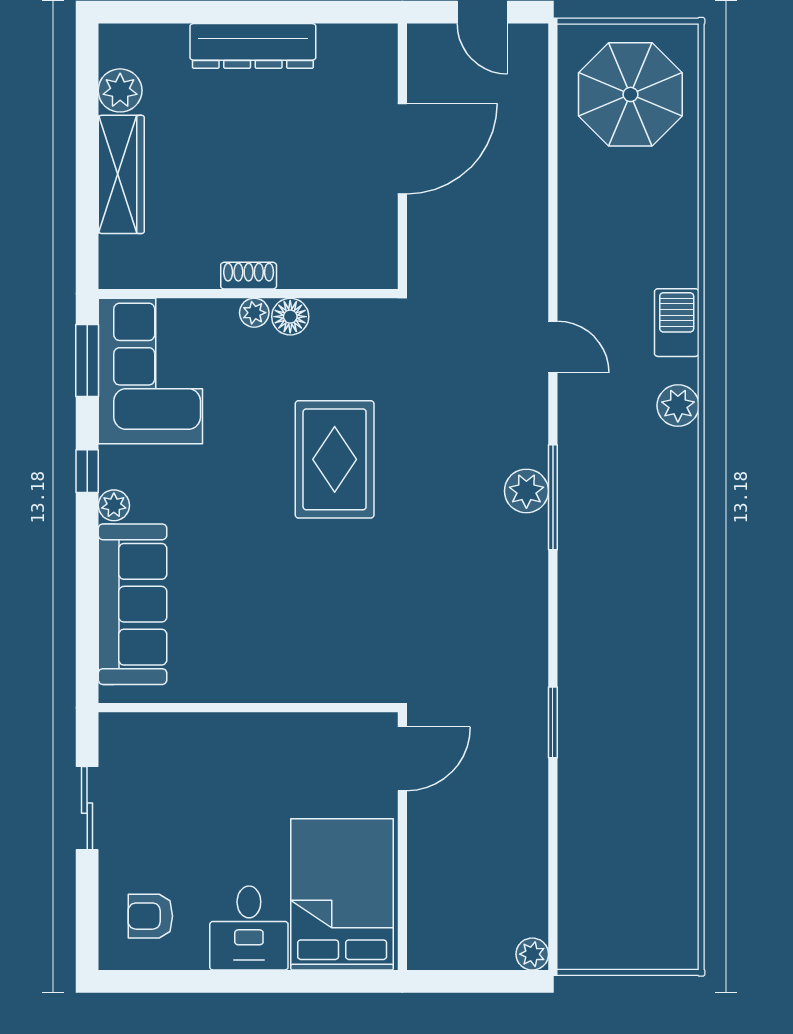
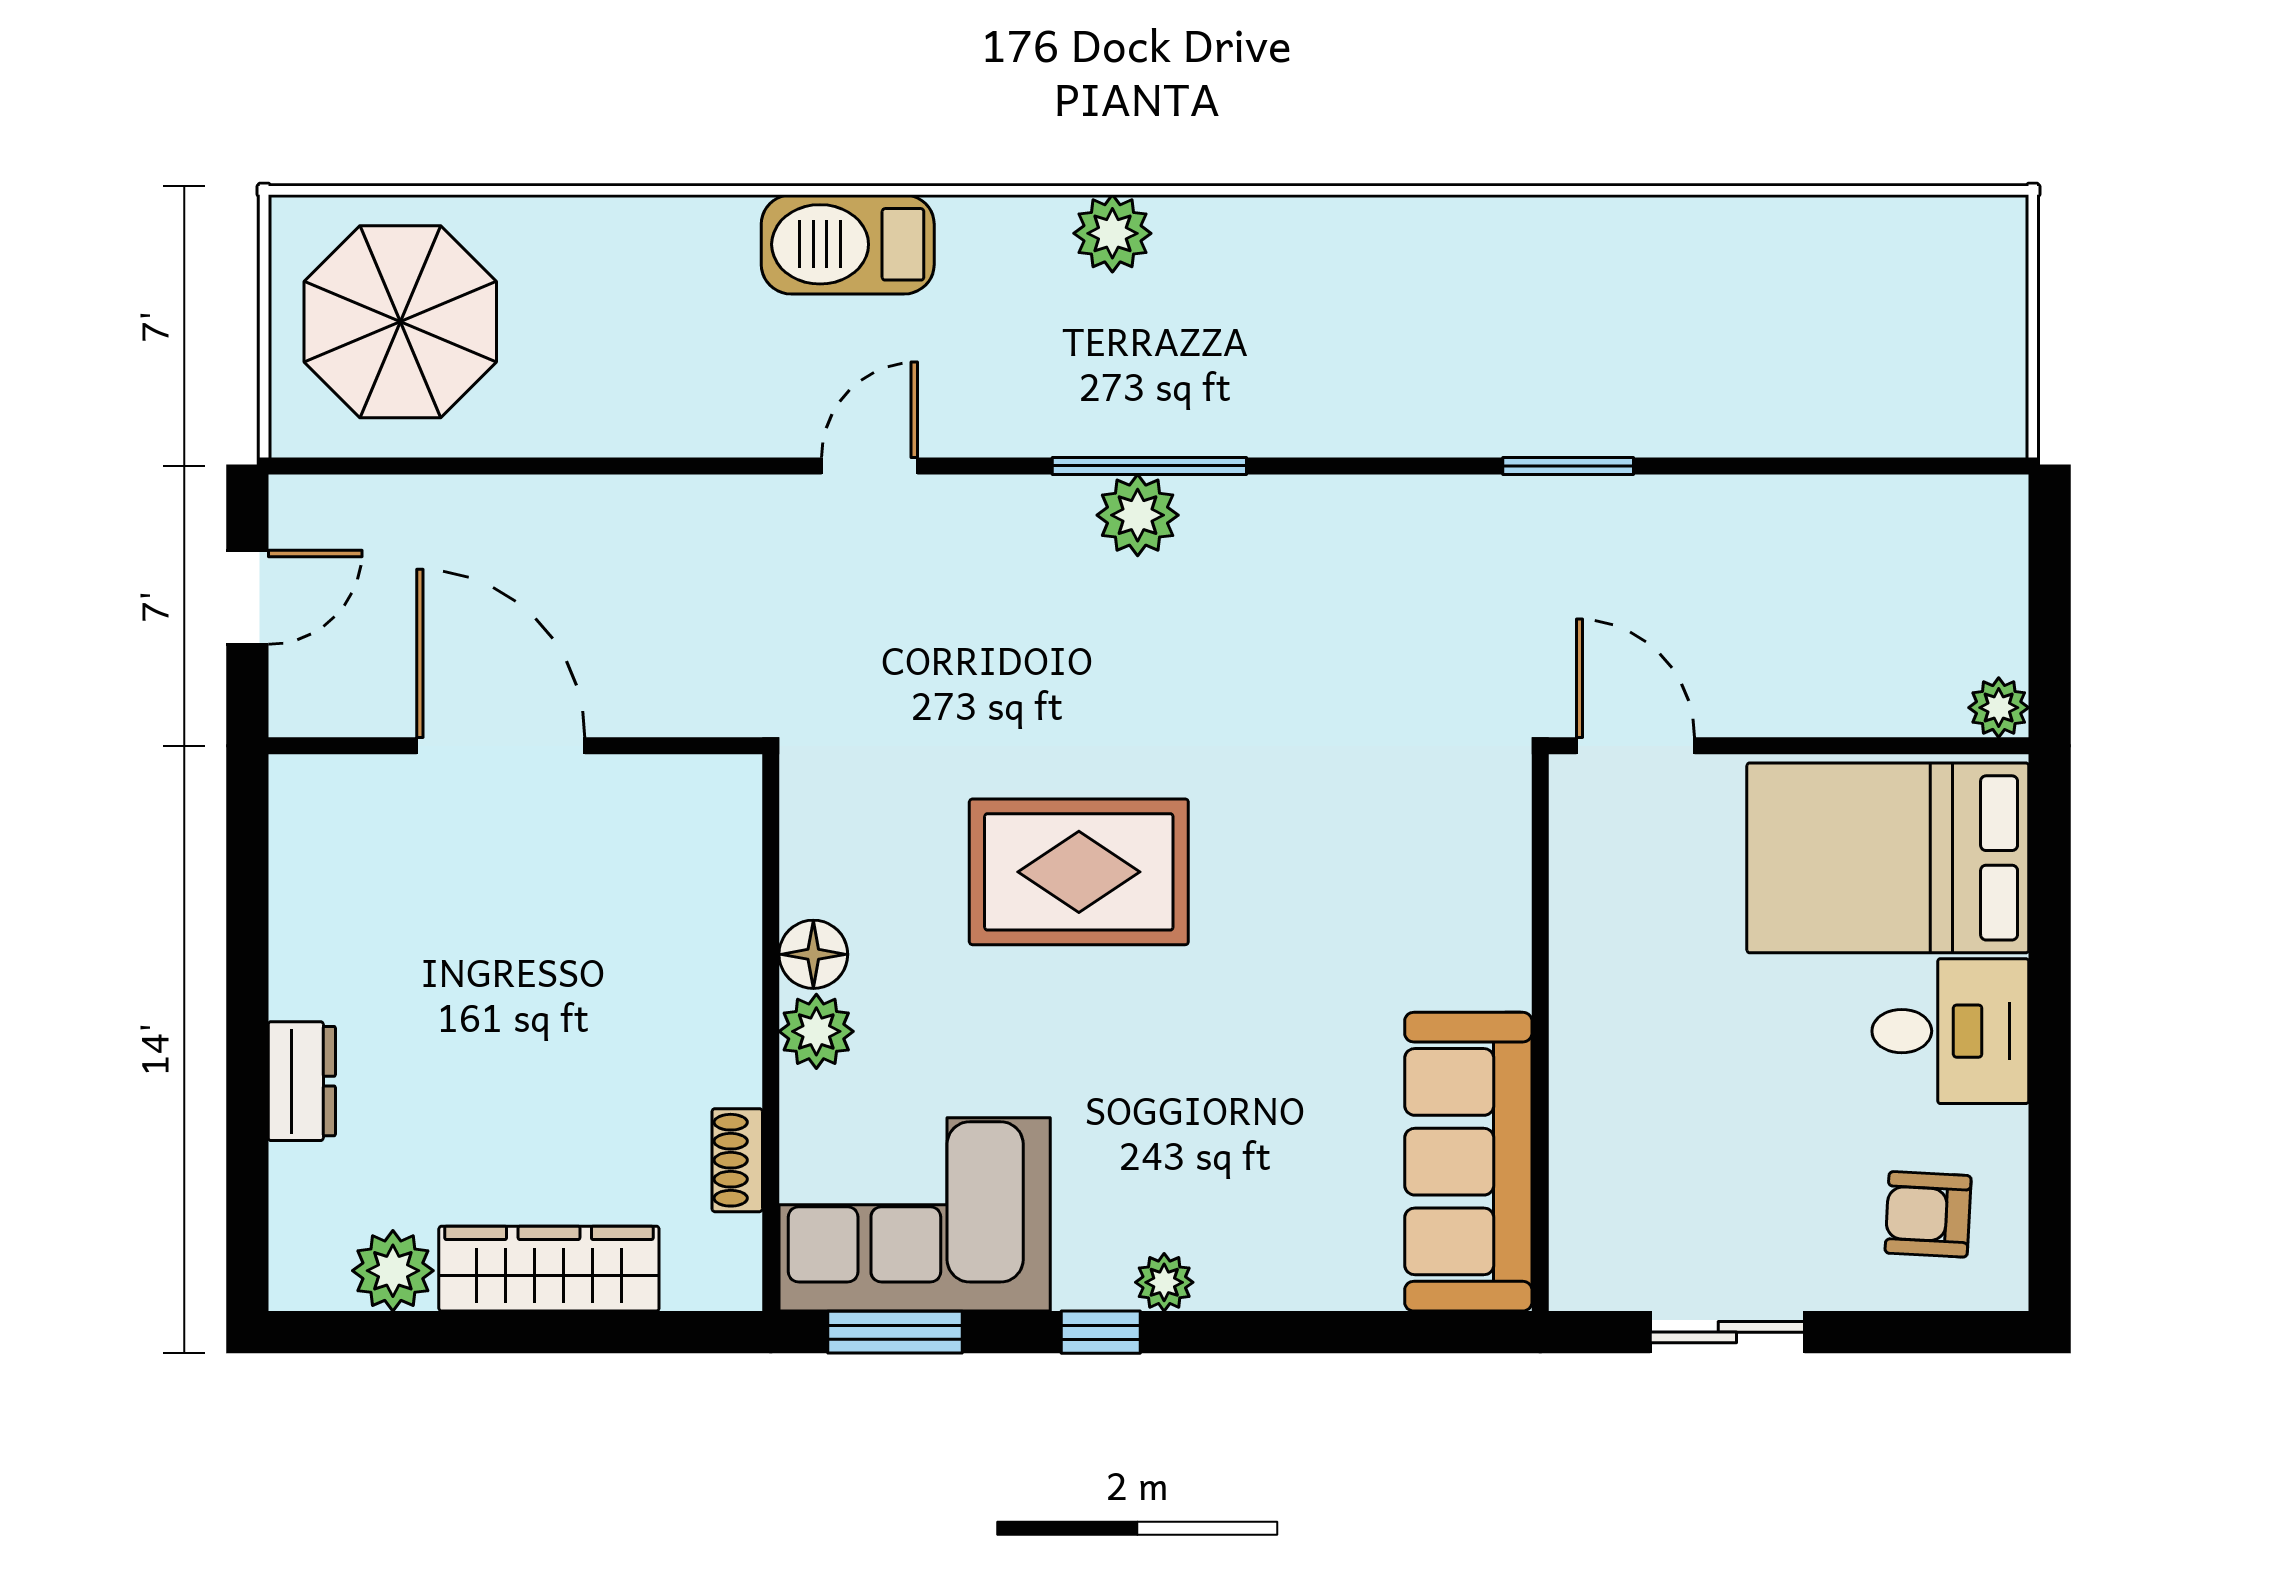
dresser: (253, 46) -> (302, 1081), width x0.51, depth x0.80
shoe rack: (249, 276) -> (737, 1160), moved
plant: (254, 313) -> (816, 1031), width x1.38, depth x1.38
barbecue: (677, 323) -> (848, 244), width x1.37, depth x1.21
plant: (678, 406) -> (1112, 233), moved
sofa: (132, 604) -> (1468, 1162), moved, turned -90
armchair: (150, 916) -> (1928, 1214), turned 93
plant: (532, 954) -> (1999, 708), moved

